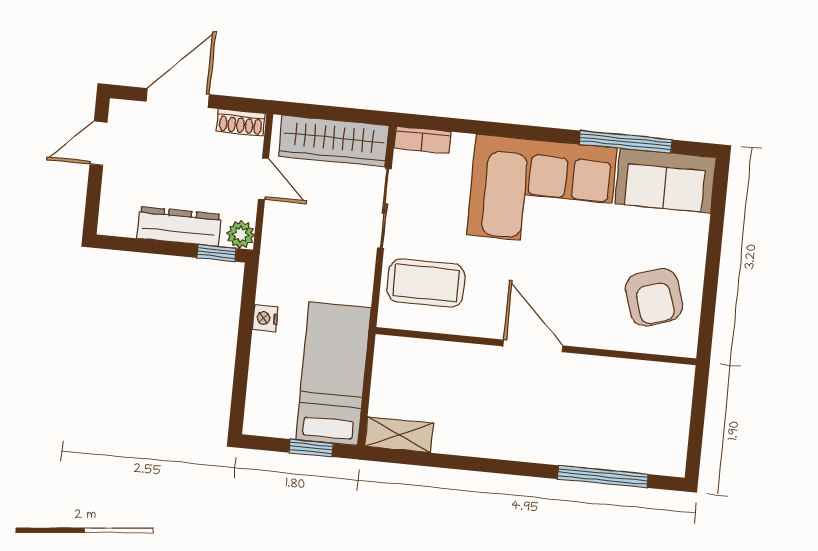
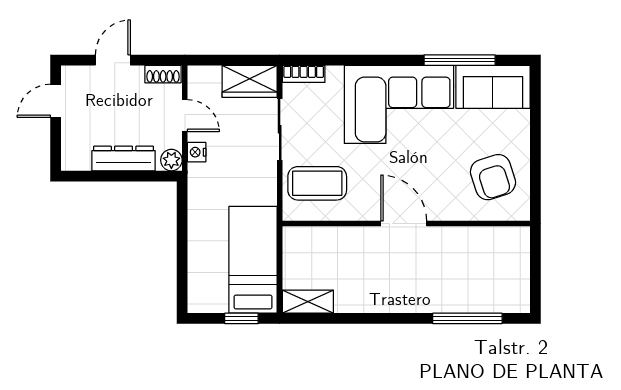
door: (178, 98) -> (113, 60), width x0.73
wardrobe: (334, 141) -> (250, 81), width x0.67
window: (217, 253) -> (154, 176), removed
nightstand: (265, 318) -> (197, 152), moved

